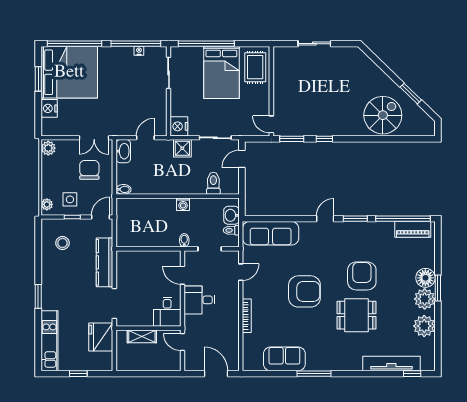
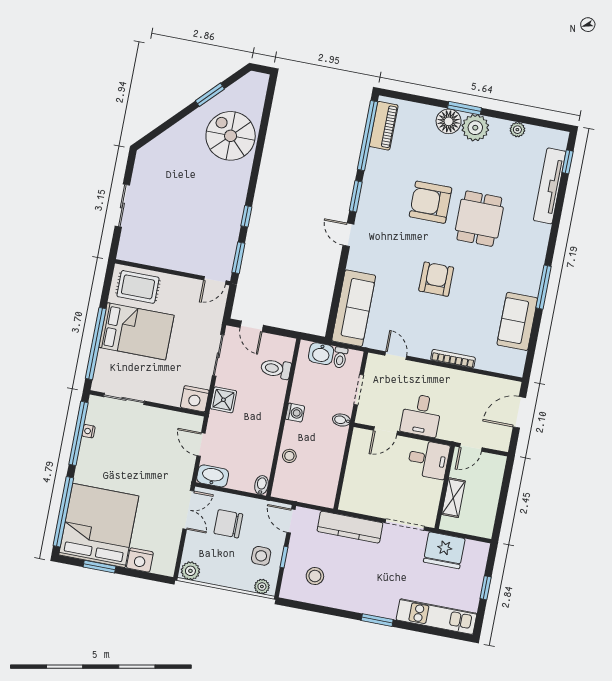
stool: (150, 206) -> (289, 456), added
armchair: (304, 291) -> (436, 279), width x0.73, depth x0.73
plant: (424, 326) -> (517, 130), width x0.53, depth x0.53

